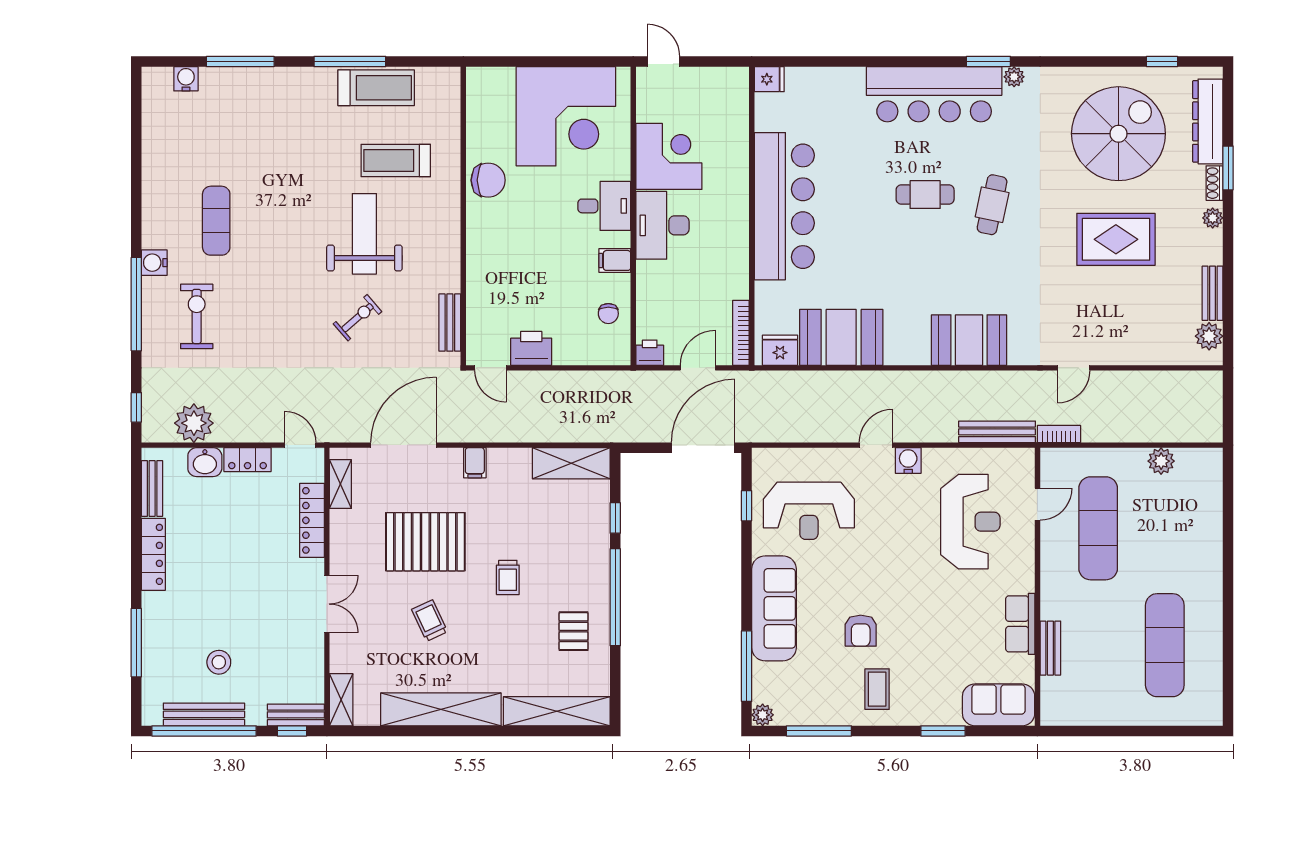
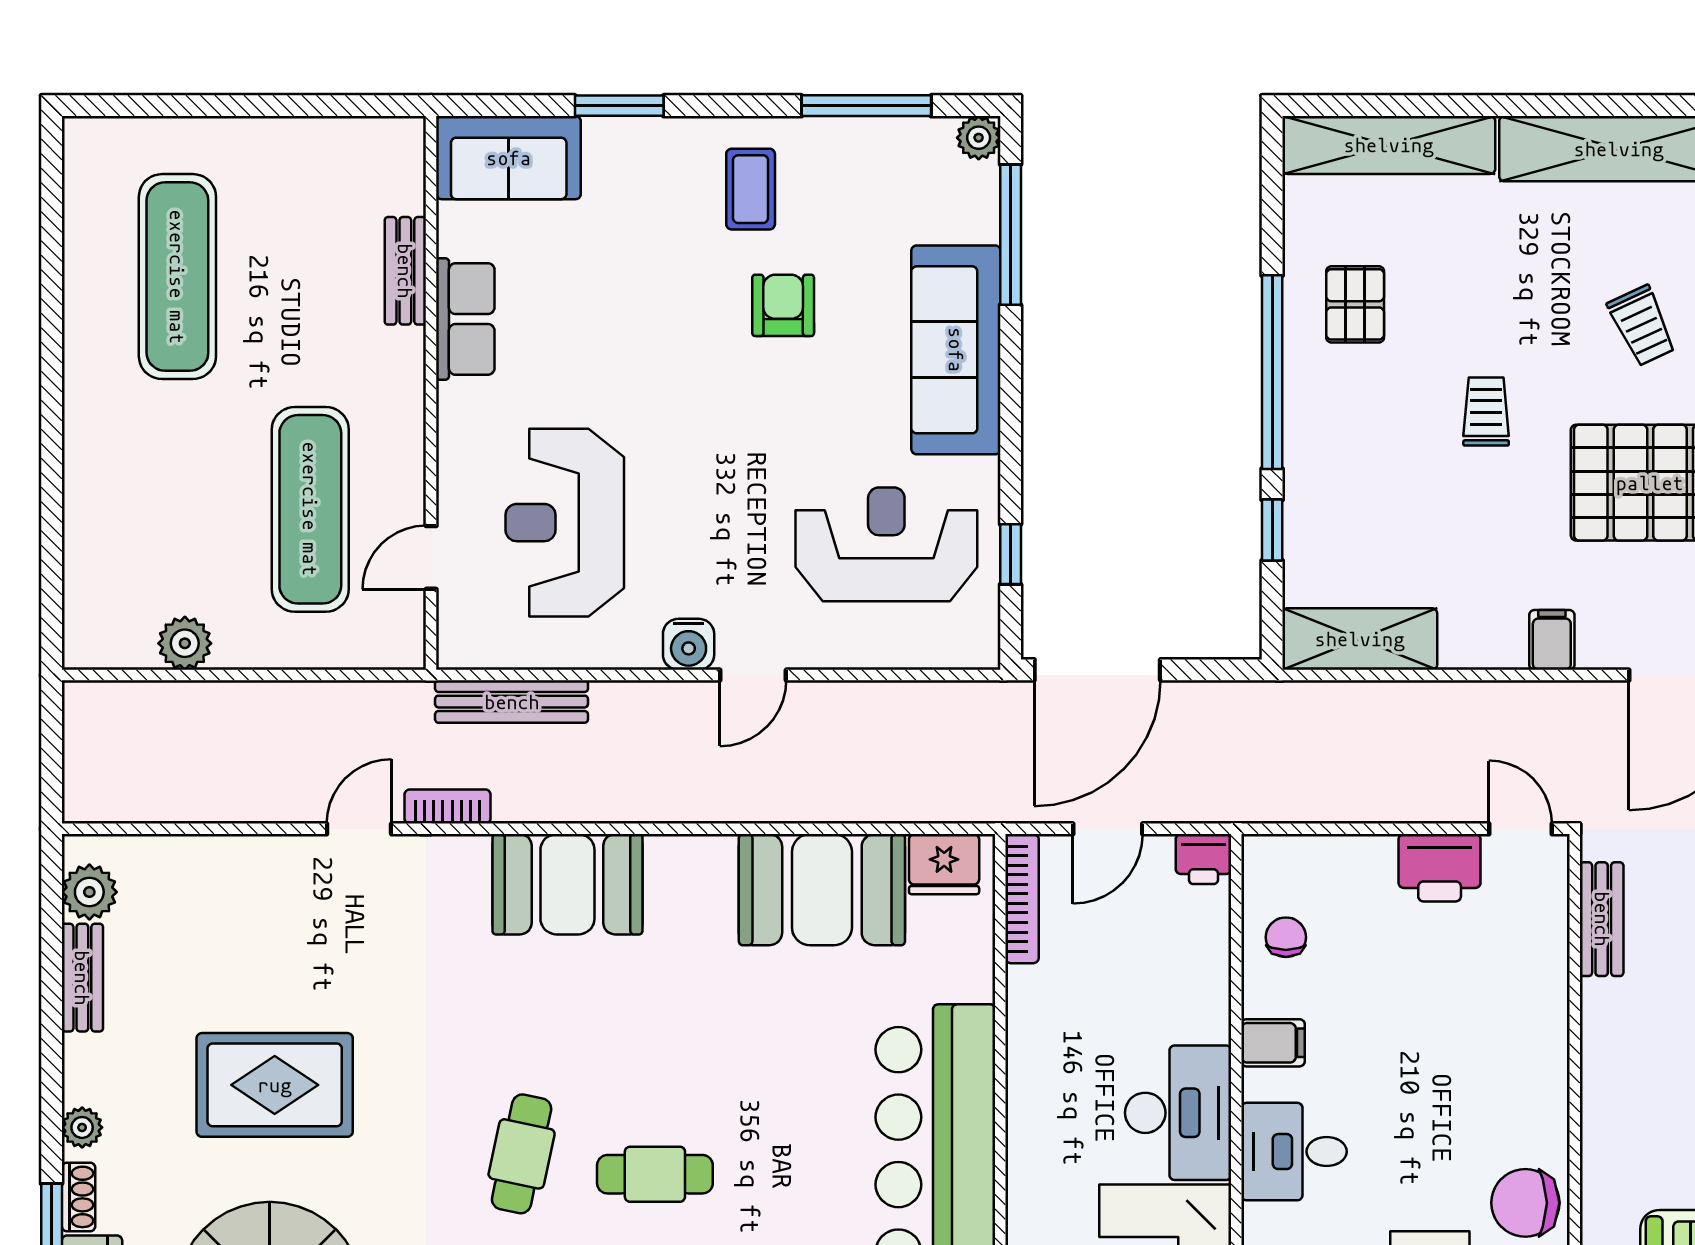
bookcase: (1059, 434) -> (448, 807), moved, turned 180

